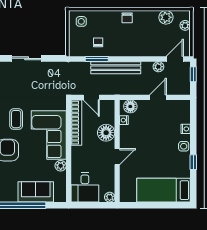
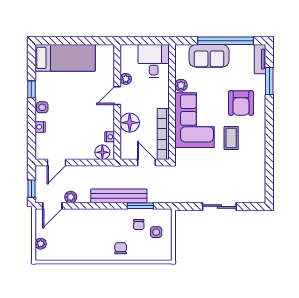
plant: (166, 17) -> (62, 253), removed
chair: (127, 18) -> (121, 248), moved
side table: (81, 21) -> (156, 232), moved
door: (158, 97) -> (57, 163), moved
plant: (110, 197) -> (126, 79), moved

